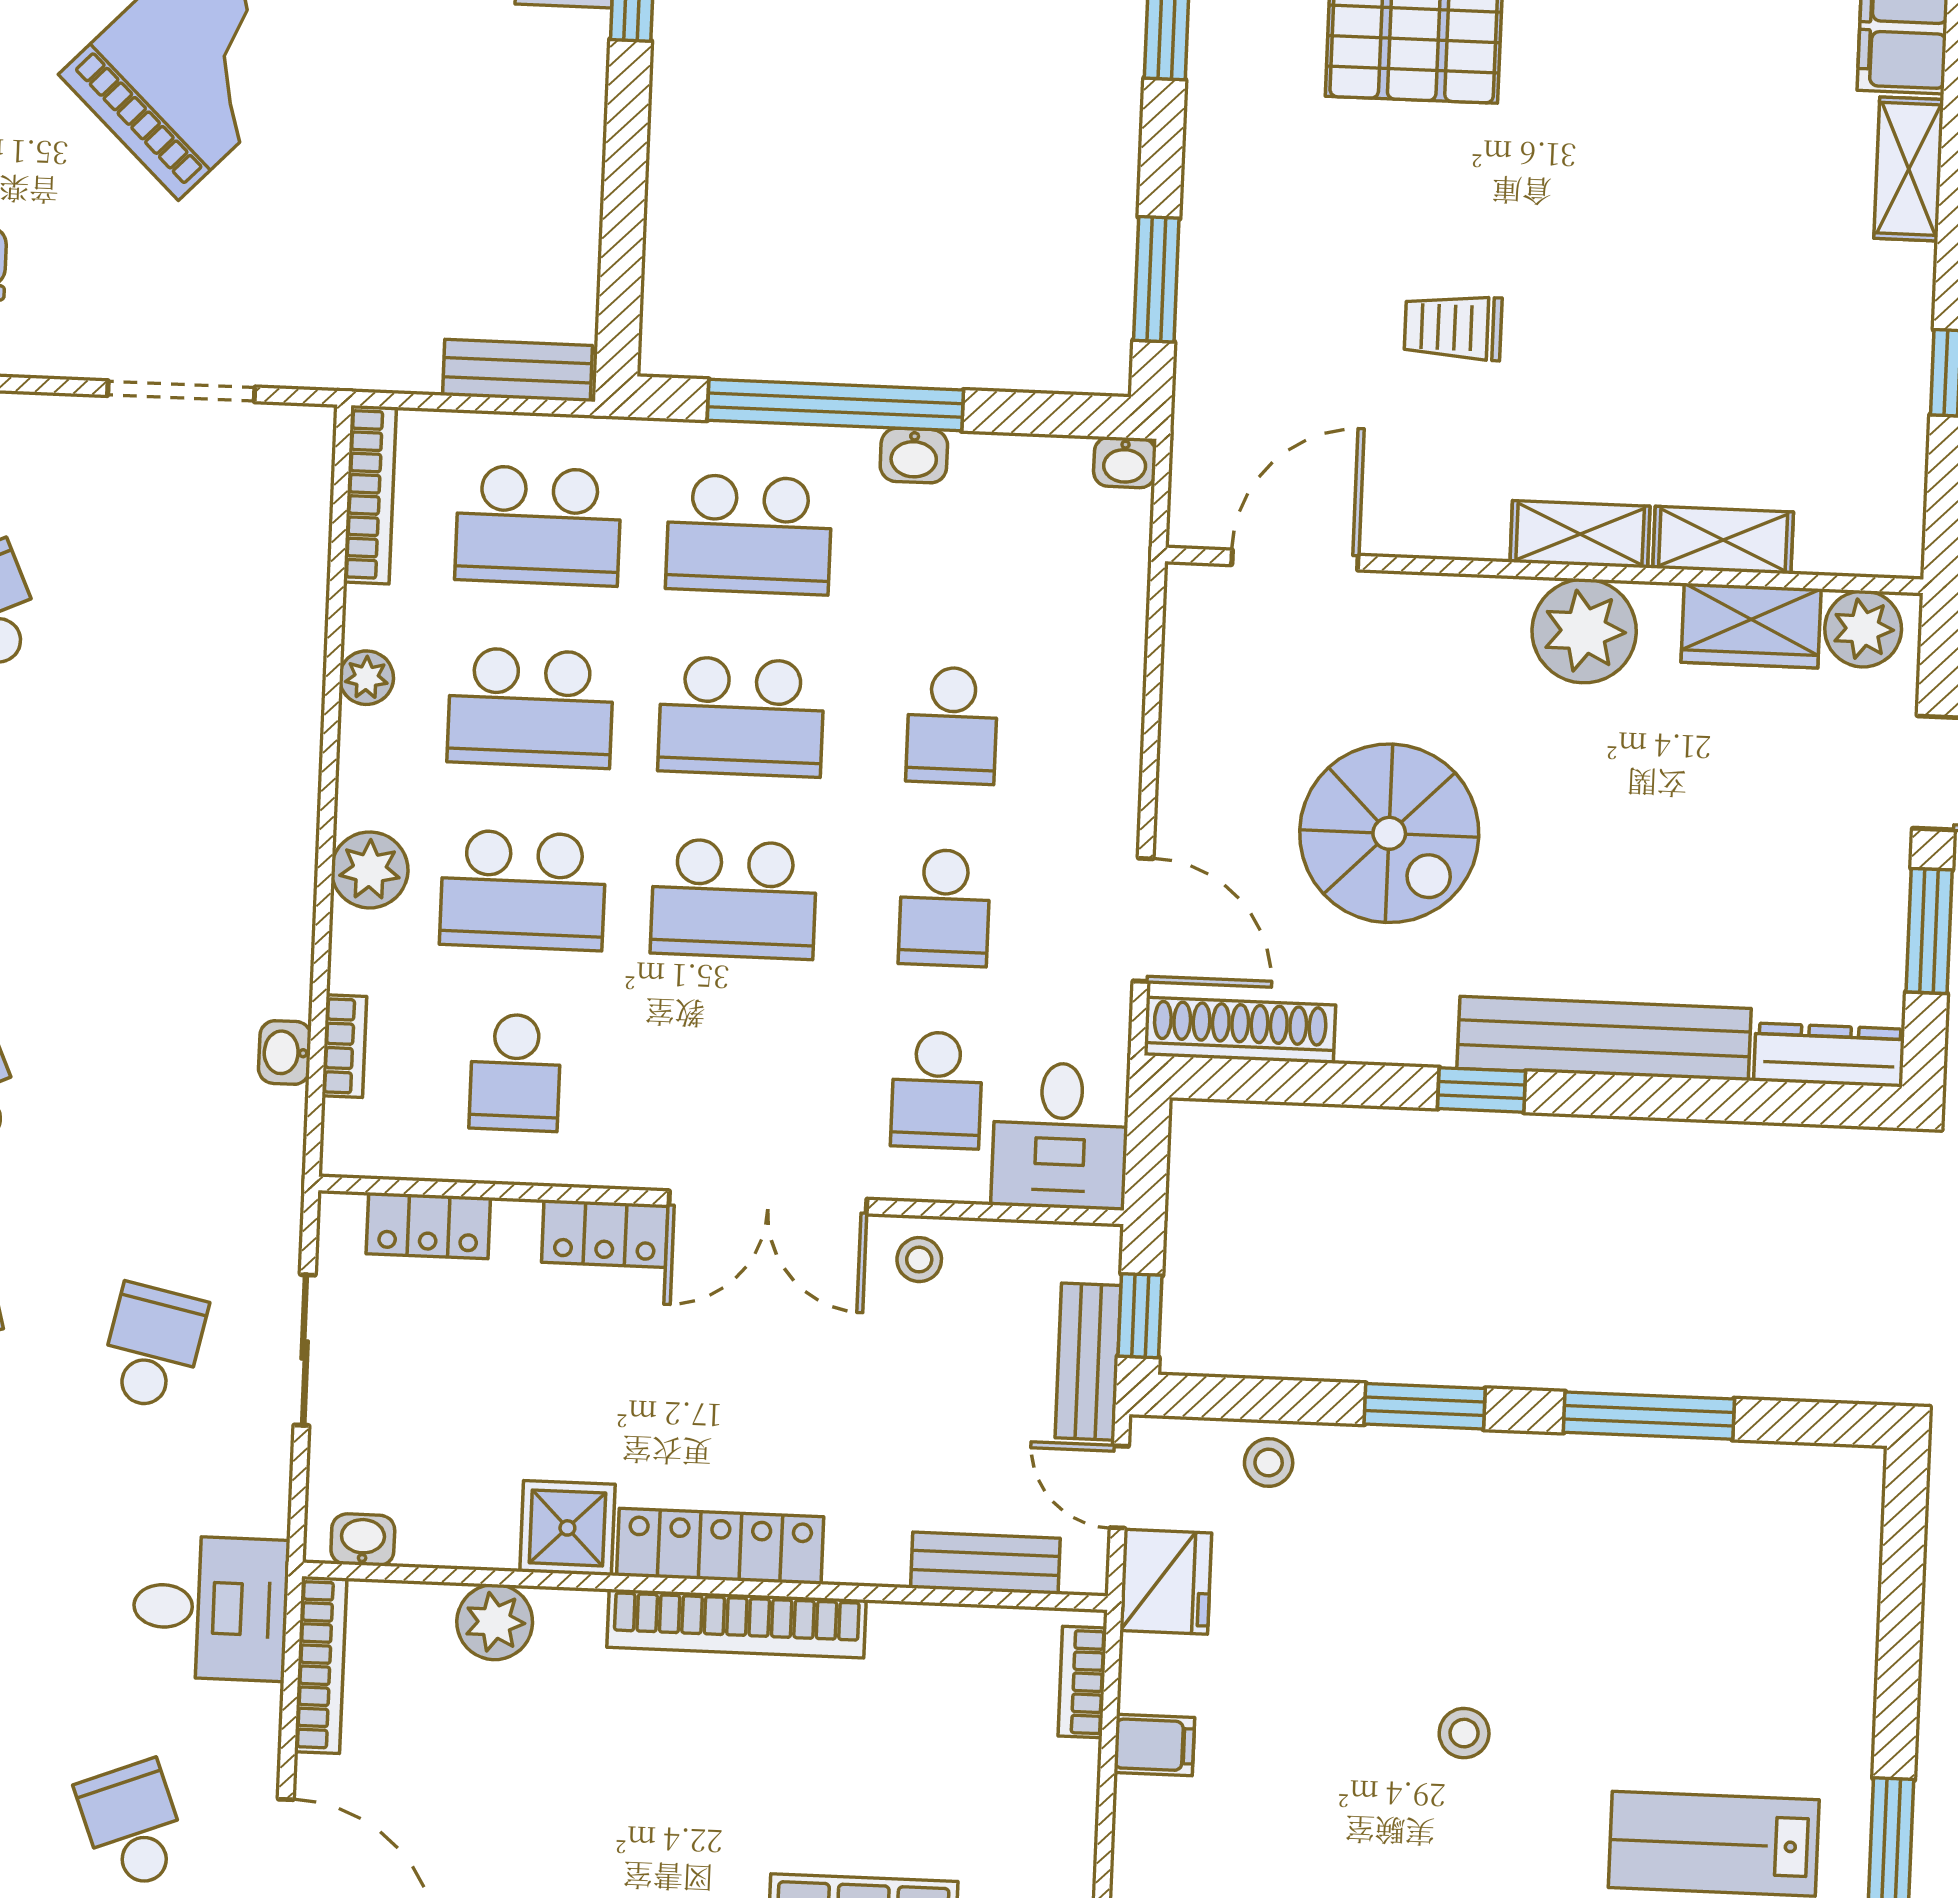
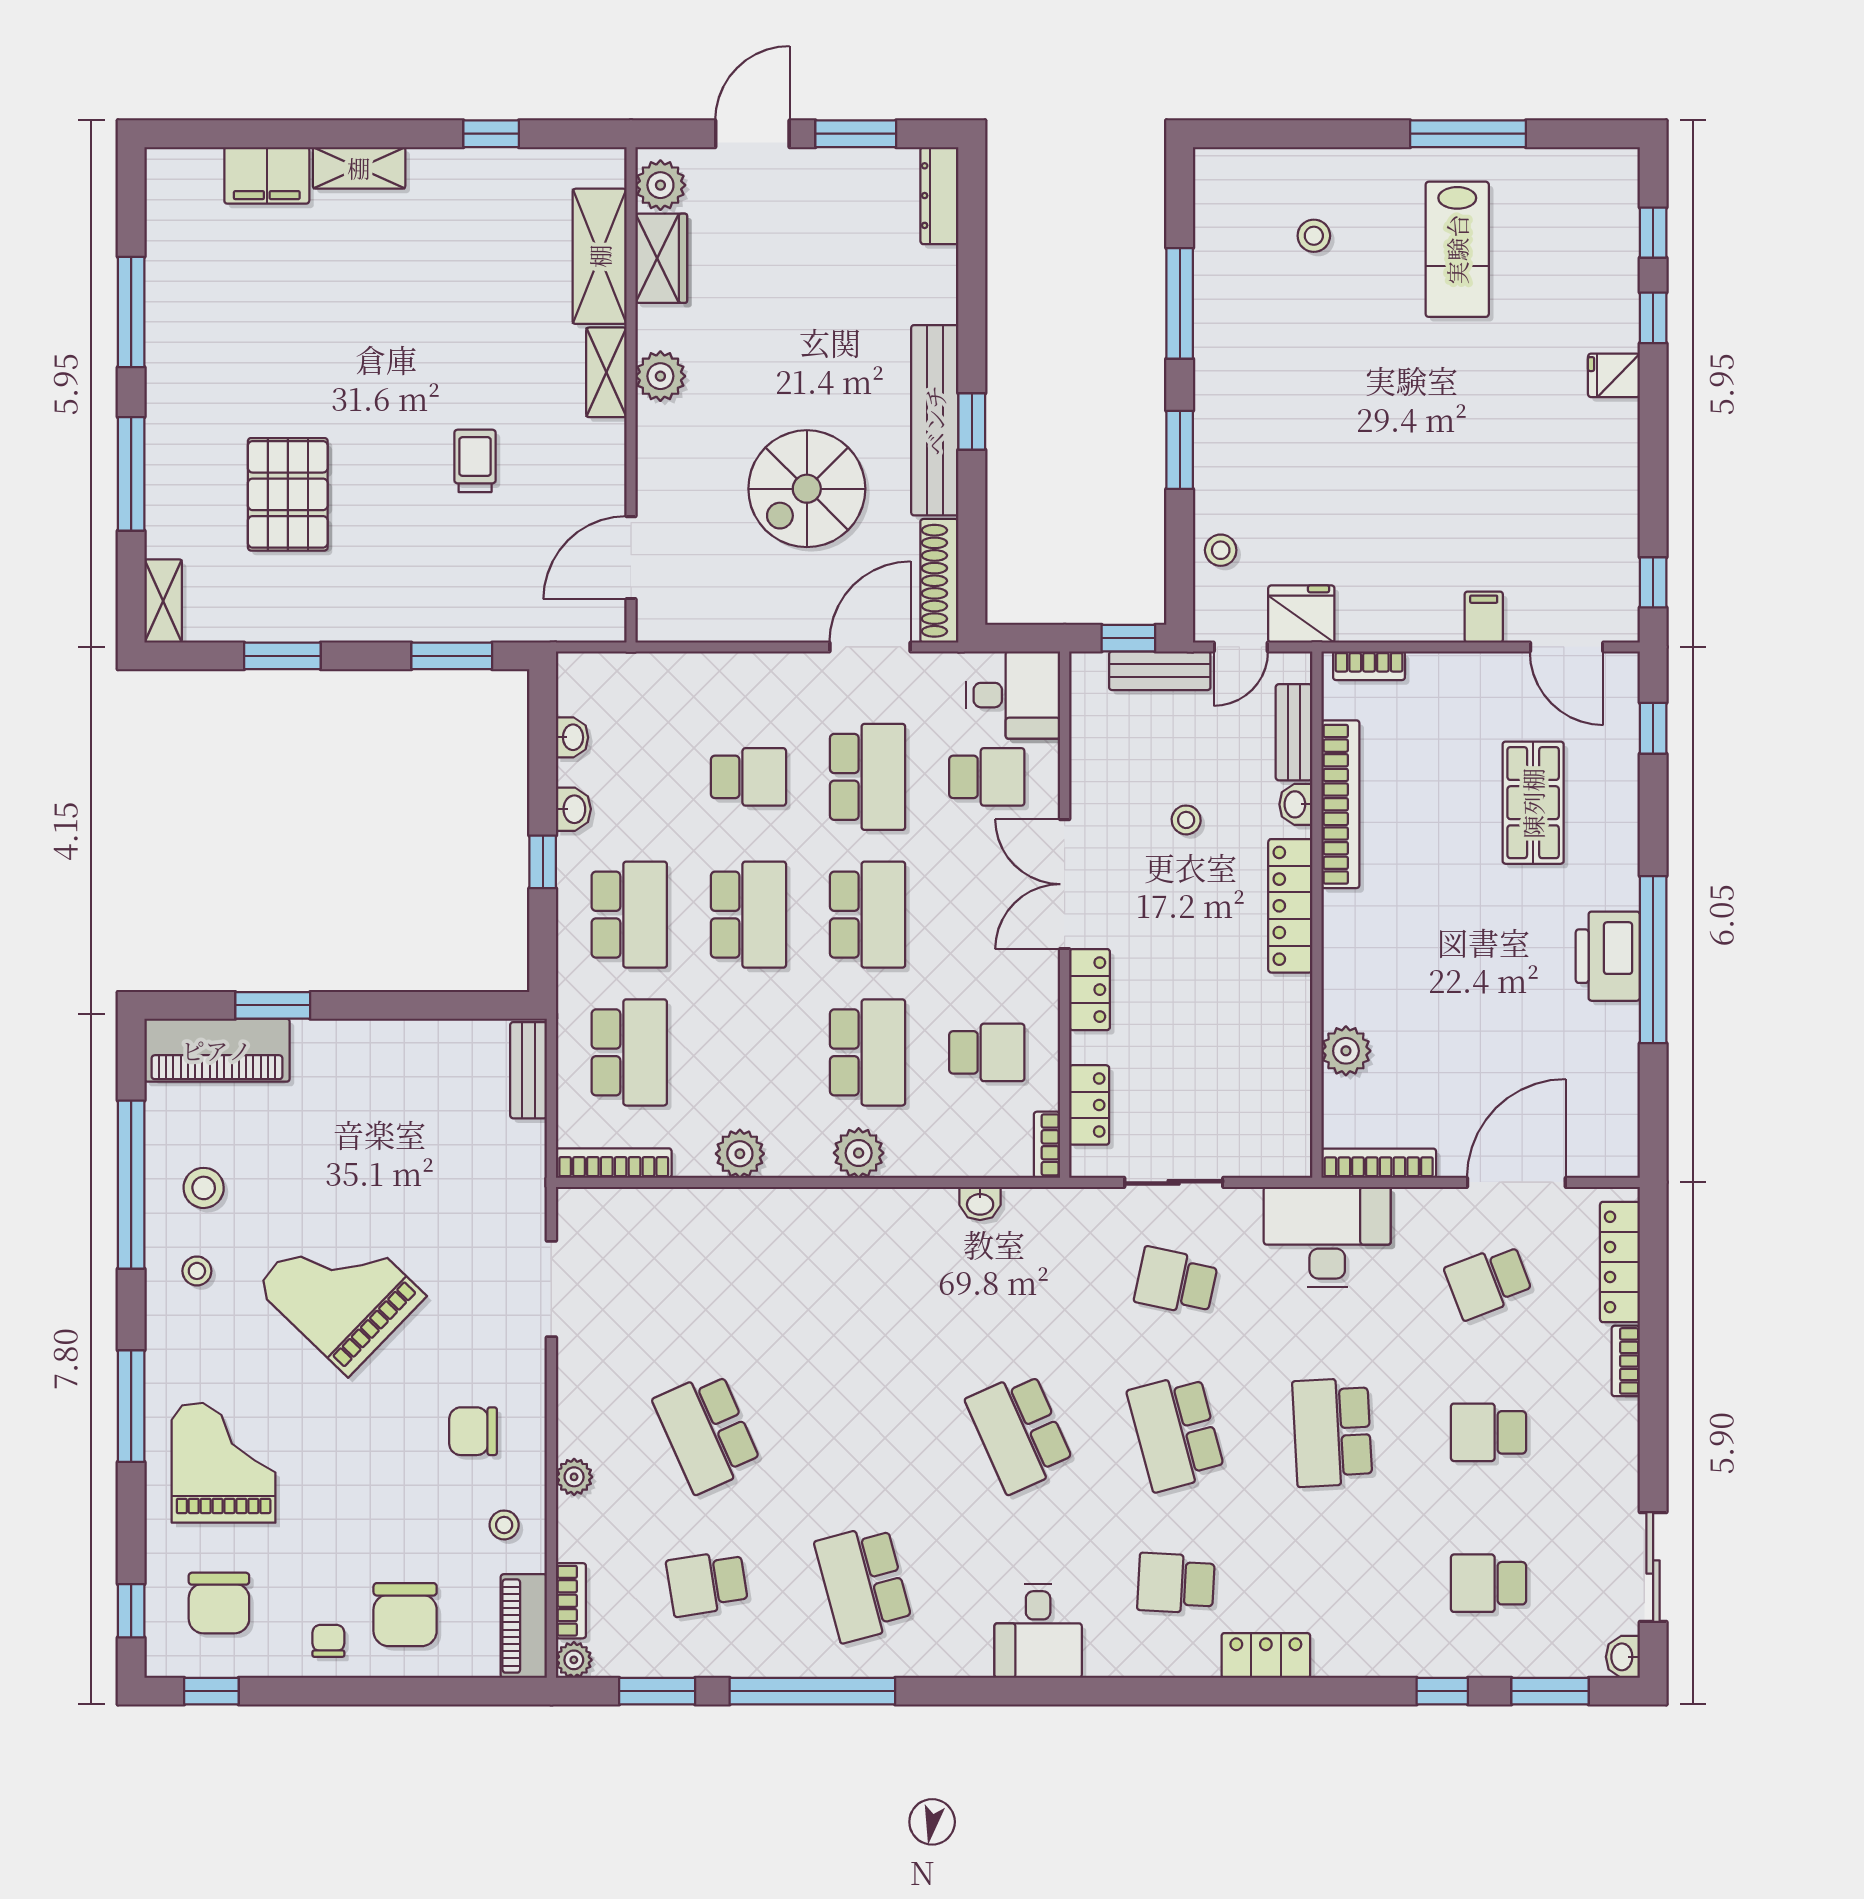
trolley: (1453, 327) -> (475, 461), turned 180
window: (835, 405) -> (543, 862), width x0.32
washbasin: (1125, 462) -> (572, 737), moved
shelving: (1723, 540) -> (600, 256), width x1.50, depth x1.33
door: (1295, 560) -> (631, 558), hinge flipped
plant: (1584, 631) -> (660, 376), width x0.73, depth x0.73
plant: (366, 678) -> (740, 1154), width x1.38, depth x1.38
school desk: (531, 708) -> (748, 1052), removed
spiral stairs: (1389, 833) -> (807, 489), turned 180
school desk: (944, 908) -> (868, 777), width x1.85
bench: (1604, 1038) -> (935, 420), moved
bookcase: (344, 1046) -> (1047, 1145), moved, turned -90
double door: (768, 1202) -> (1065, 884), swing flipped
stool: (919, 1260) -> (1186, 820), moved
shower: (567, 1528) -> (1283, 1006), removed
washbasin: (363, 1540) -> (1296, 804), moved
desk: (211, 1608) -> (1327, 1237), width x1.37
bookcase: (737, 1624) -> (1340, 804), moved
stool: (1464, 1733) -> (1314, 236), moved
filing cabinet: (1154, 1745) -> (1484, 617), moved

